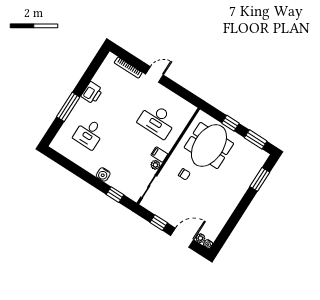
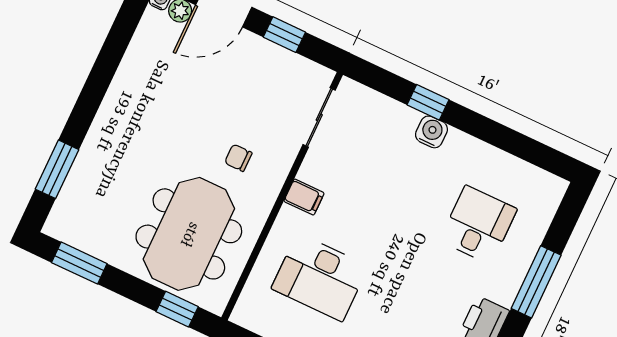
desk: (157, 121) -> (320, 277), turned 180
window: (230, 123) -> (177, 309), moved
plant: (155, 165) -> (310, 171), removed
window: (115, 195) -> (428, 102), moved

